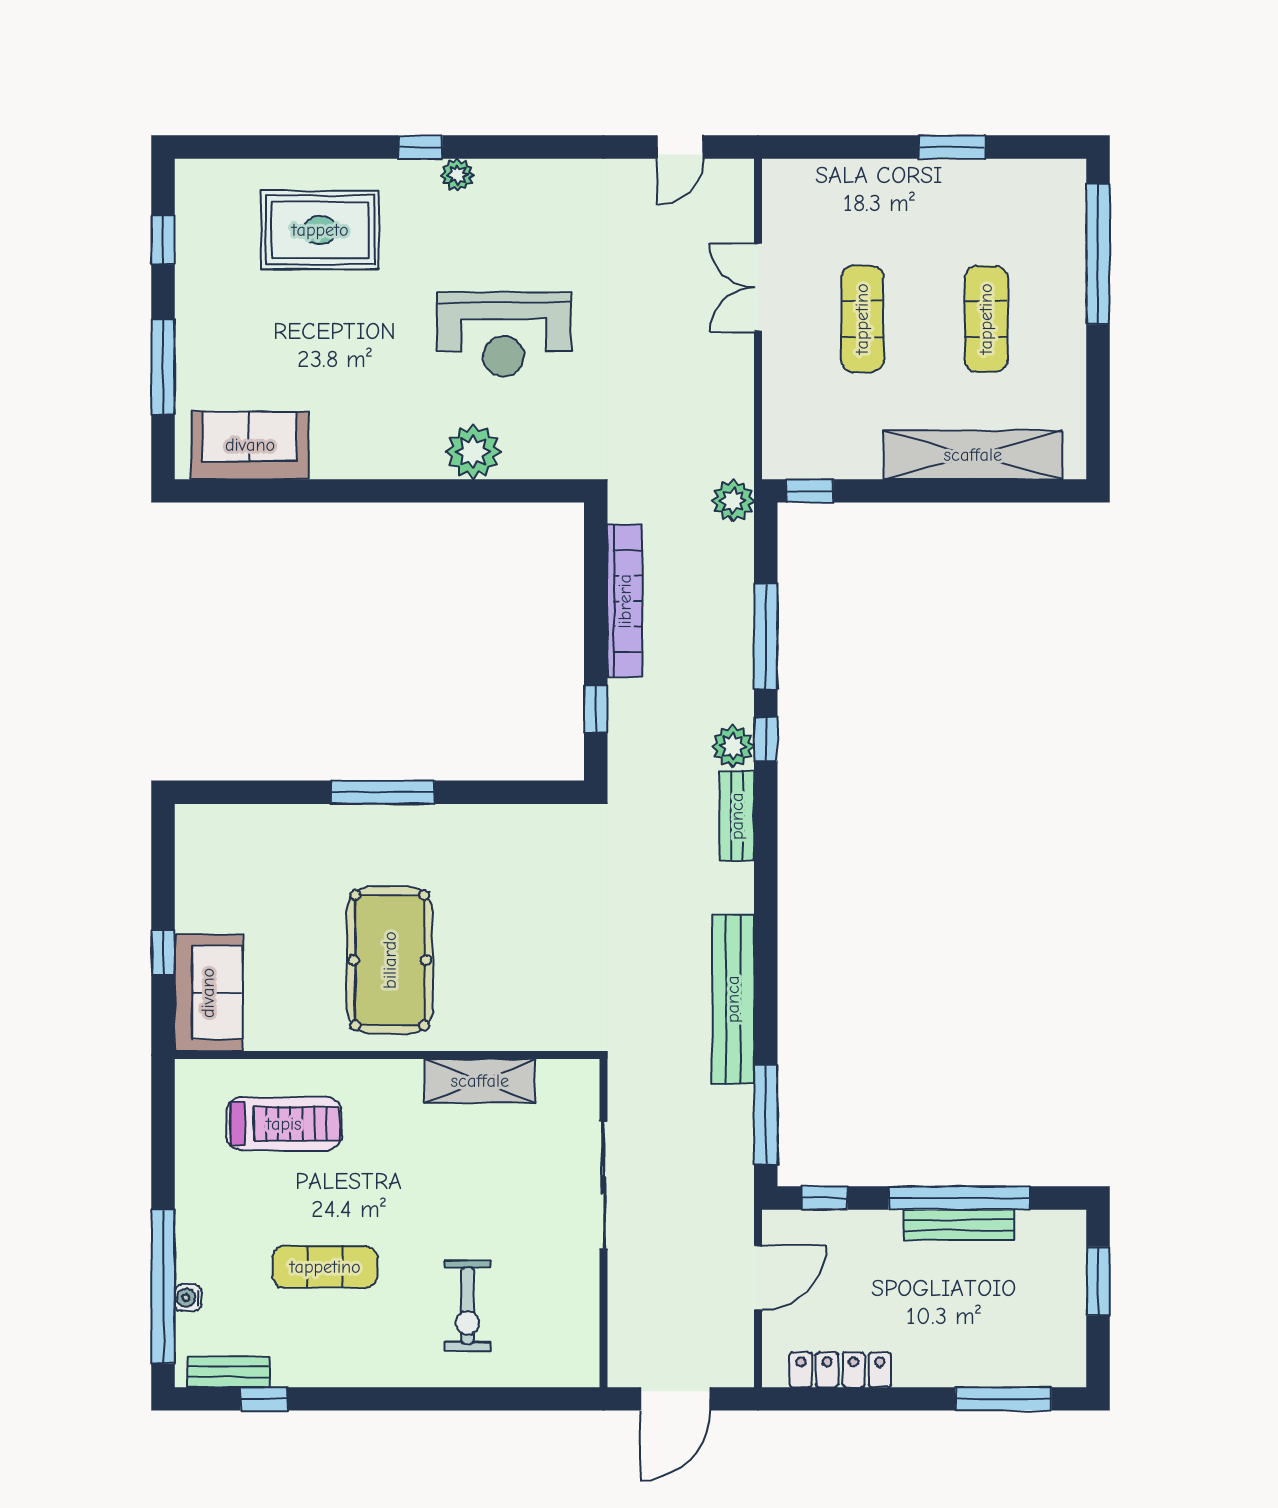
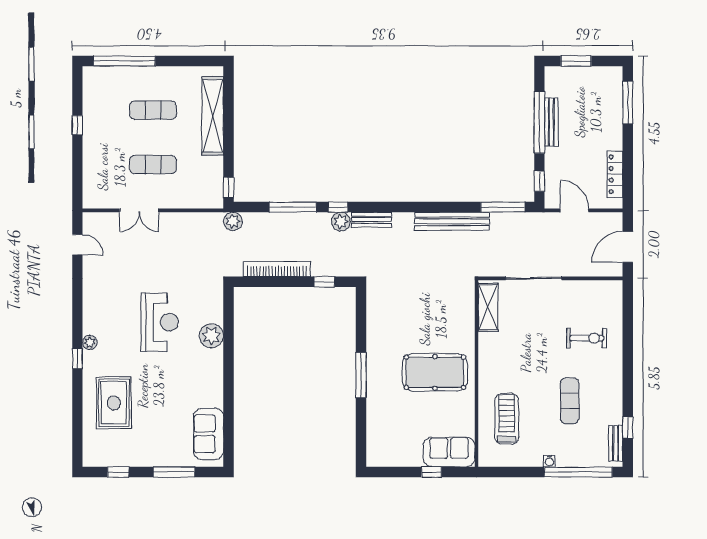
window: (952, 147) -> (77, 125), width x0.67
shelving: (480, 1081) -> (488, 307), moved
water cooler: (188, 1298) -> (549, 461), moved
door: (675, 1399) -> (628, 247), swing flipped

